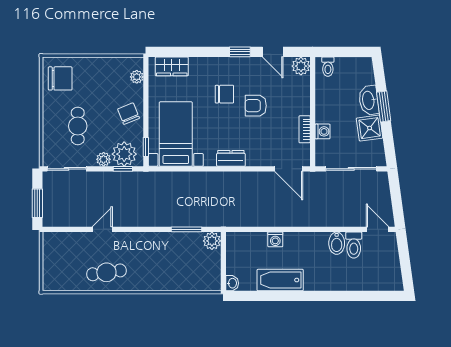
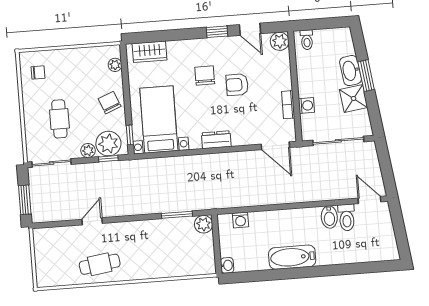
chair: (60, 78) -> (38, 72), width x0.54, depth x0.54
chair: (224, 94) -> (205, 76), turned -90
washing machine: (275, 239) -> (240, 220), moved
bathtub: (280, 280) -> (292, 257), moved

